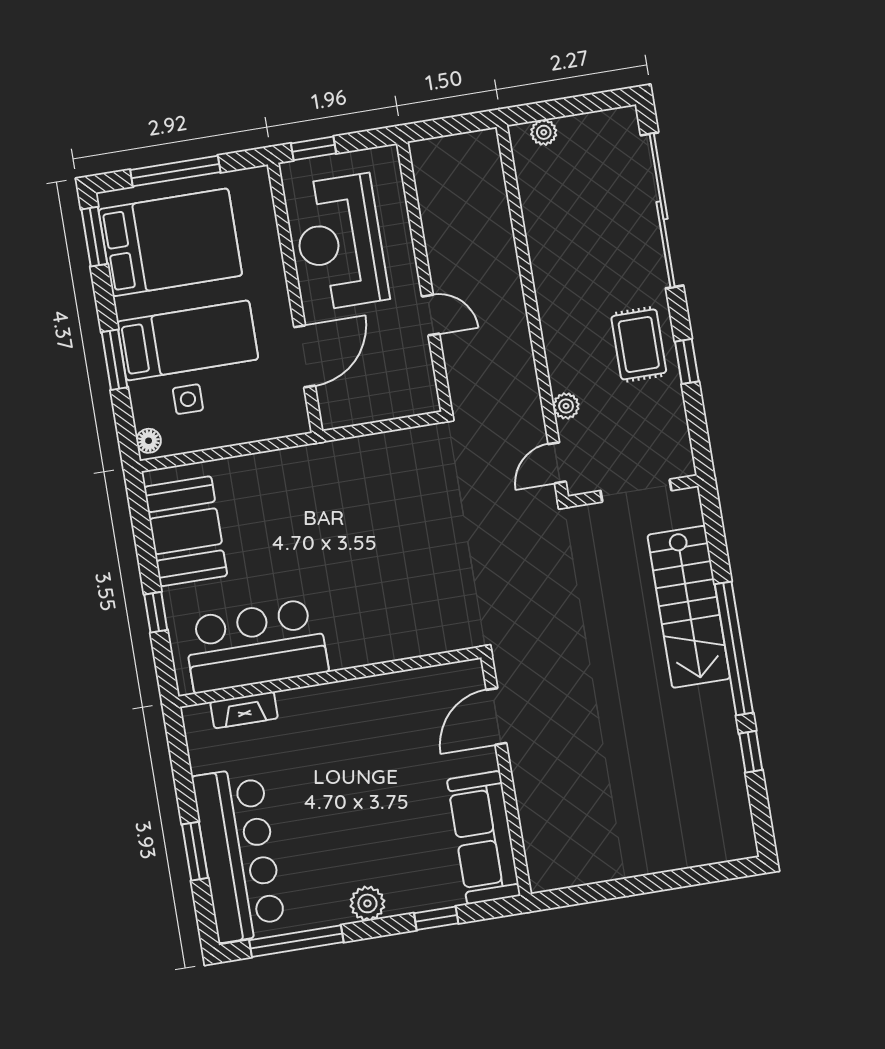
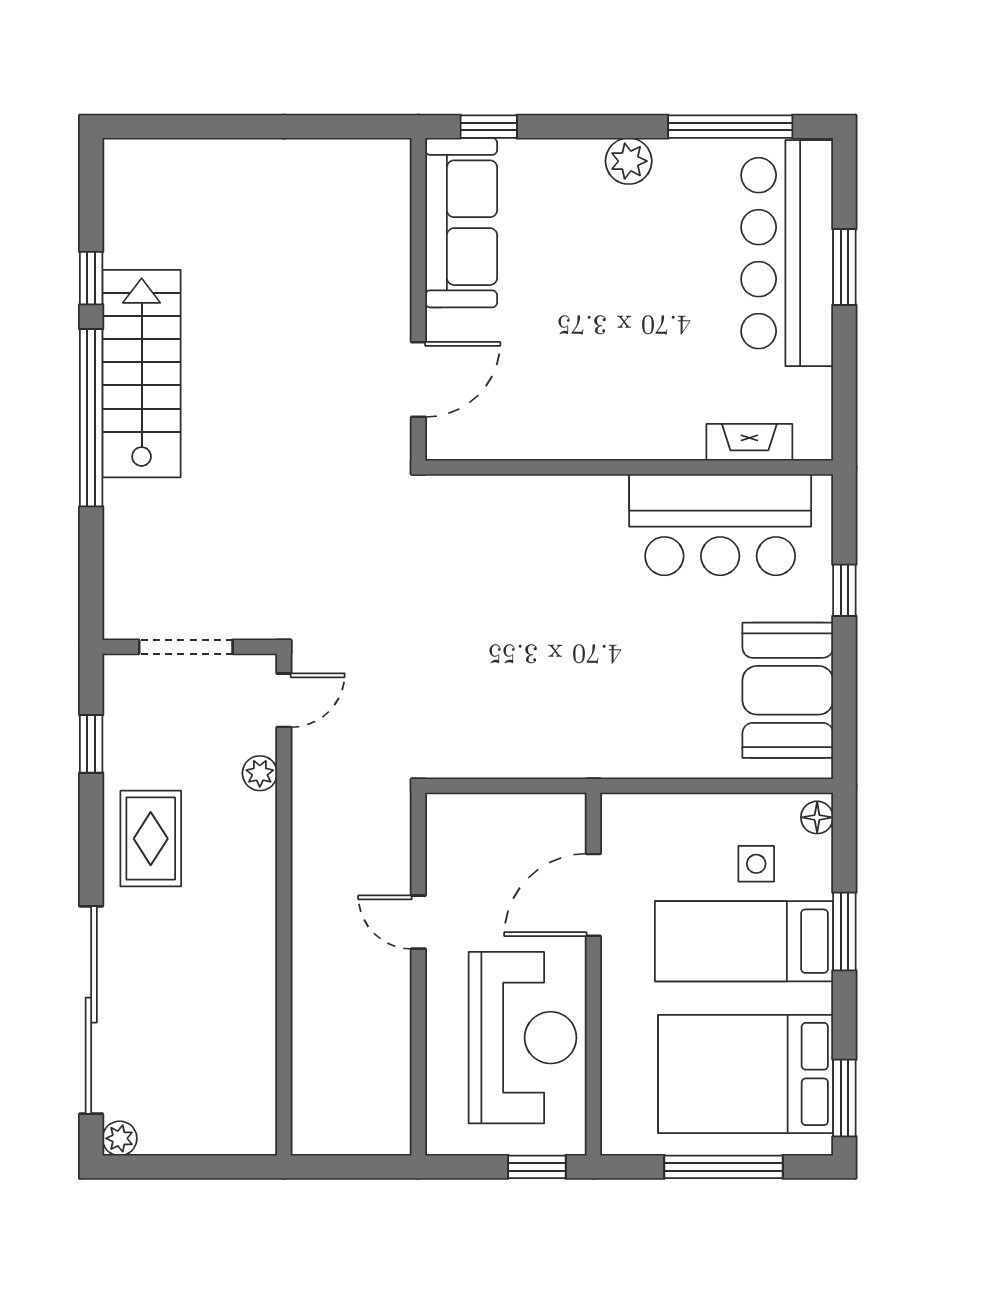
plant: (544, 132) -> (120, 1138), moved
window: (687, 361) -> (91, 744), moved
stairs: (689, 607) -> (142, 374), moved
window: (436, 918) -> (489, 127), moved

